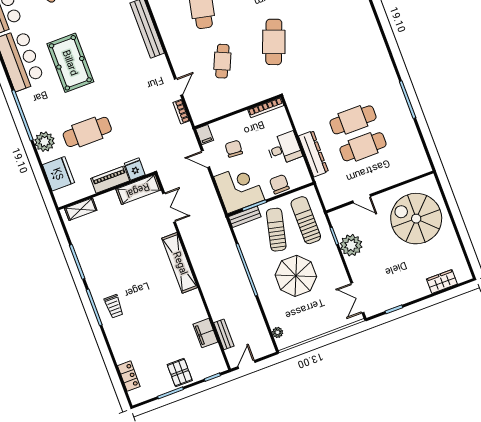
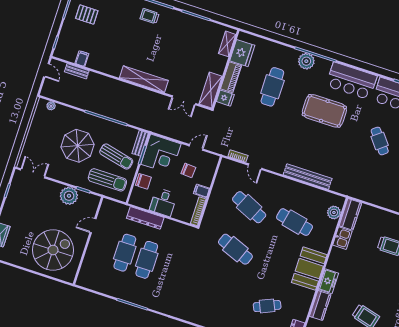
cafe table: (222, 61) -> (249, 207), width x1.37, depth x1.35
filing cabinet: (205, 135) -> (201, 191), moved
plant: (44, 142) -> (306, 61), moved
fridge: (58, 174) -> (242, 53), moved, turned -90
filing cabinet: (205, 333) -> (82, 59), width x0.50
pallet: (180, 372) -> (87, 15), moved

